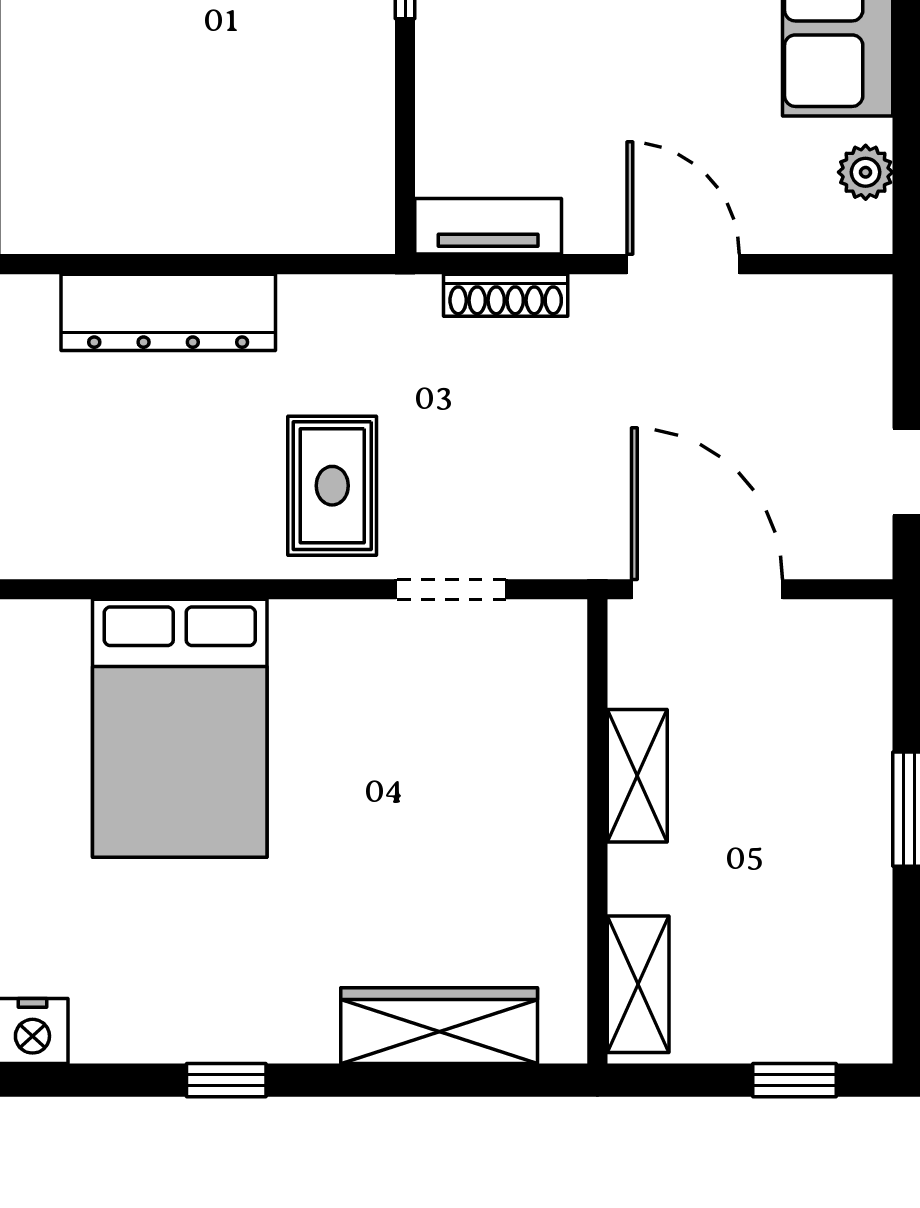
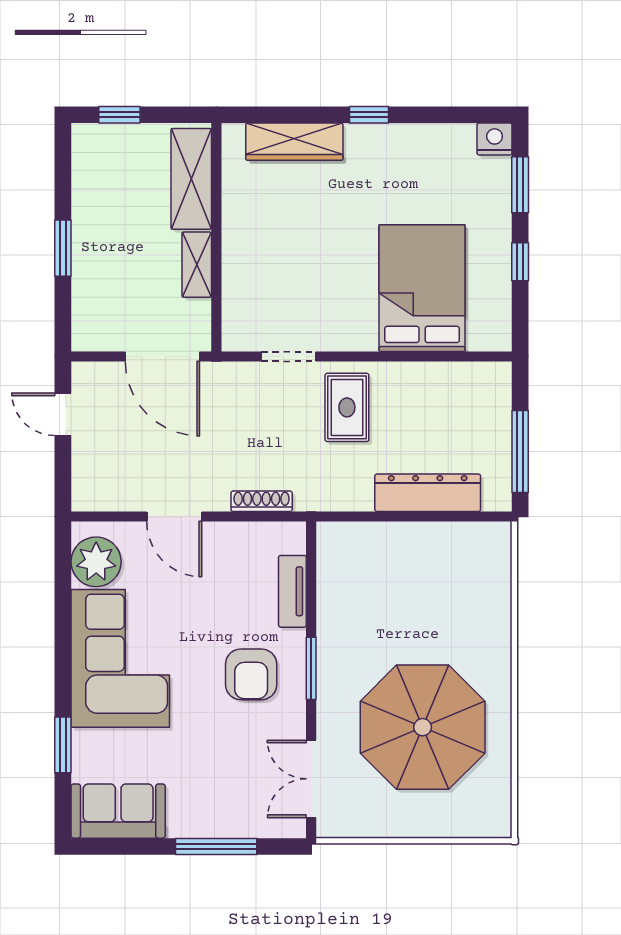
plant: (866, 172) -> (96, 562), width x1.88, depth x1.88
tv unit: (488, 226) -> (292, 591), moved, turned 90
shelving: (638, 984) -> (191, 179), width x1.50, depth x1.33
window: (226, 1080) -> (369, 115), moved

